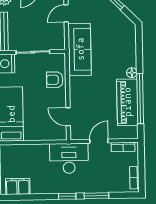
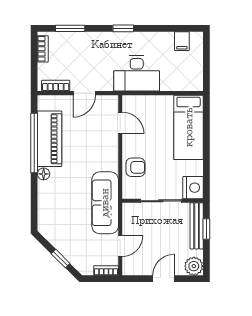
desk: (69, 158) -> (137, 73), moved
filing cabinet: (18, 186) -> (182, 41), width x0.50
window: (96, 196) -> (70, 28), moved

